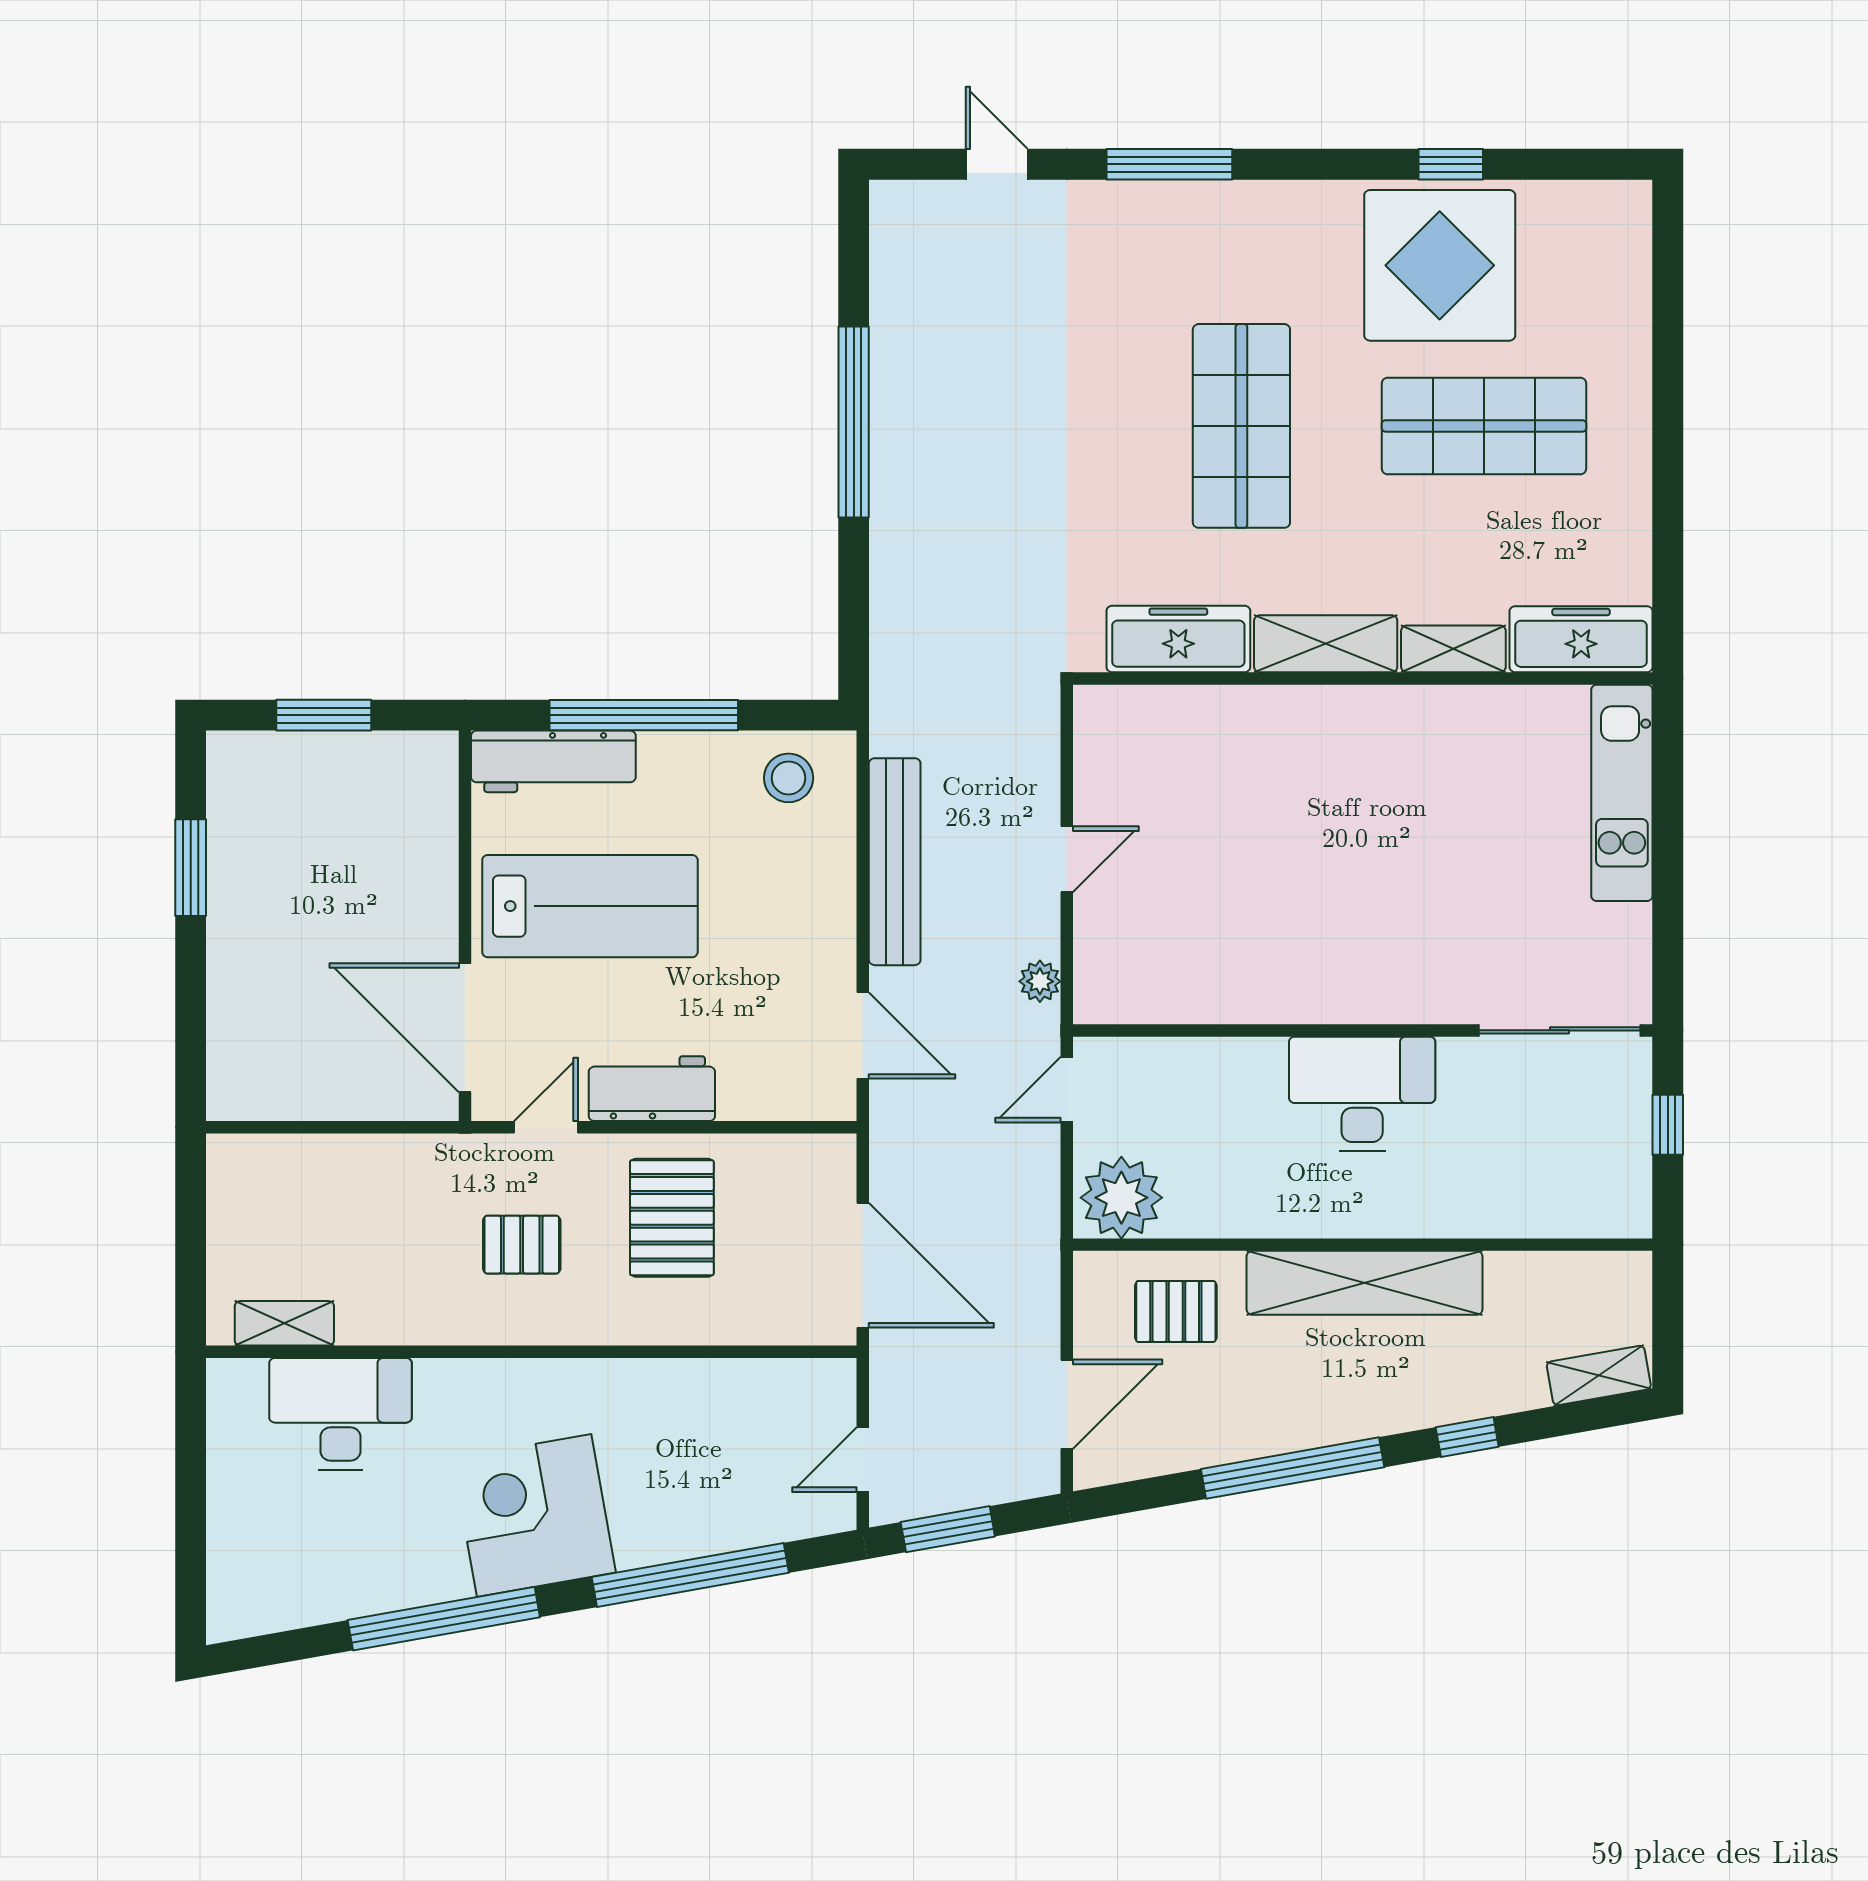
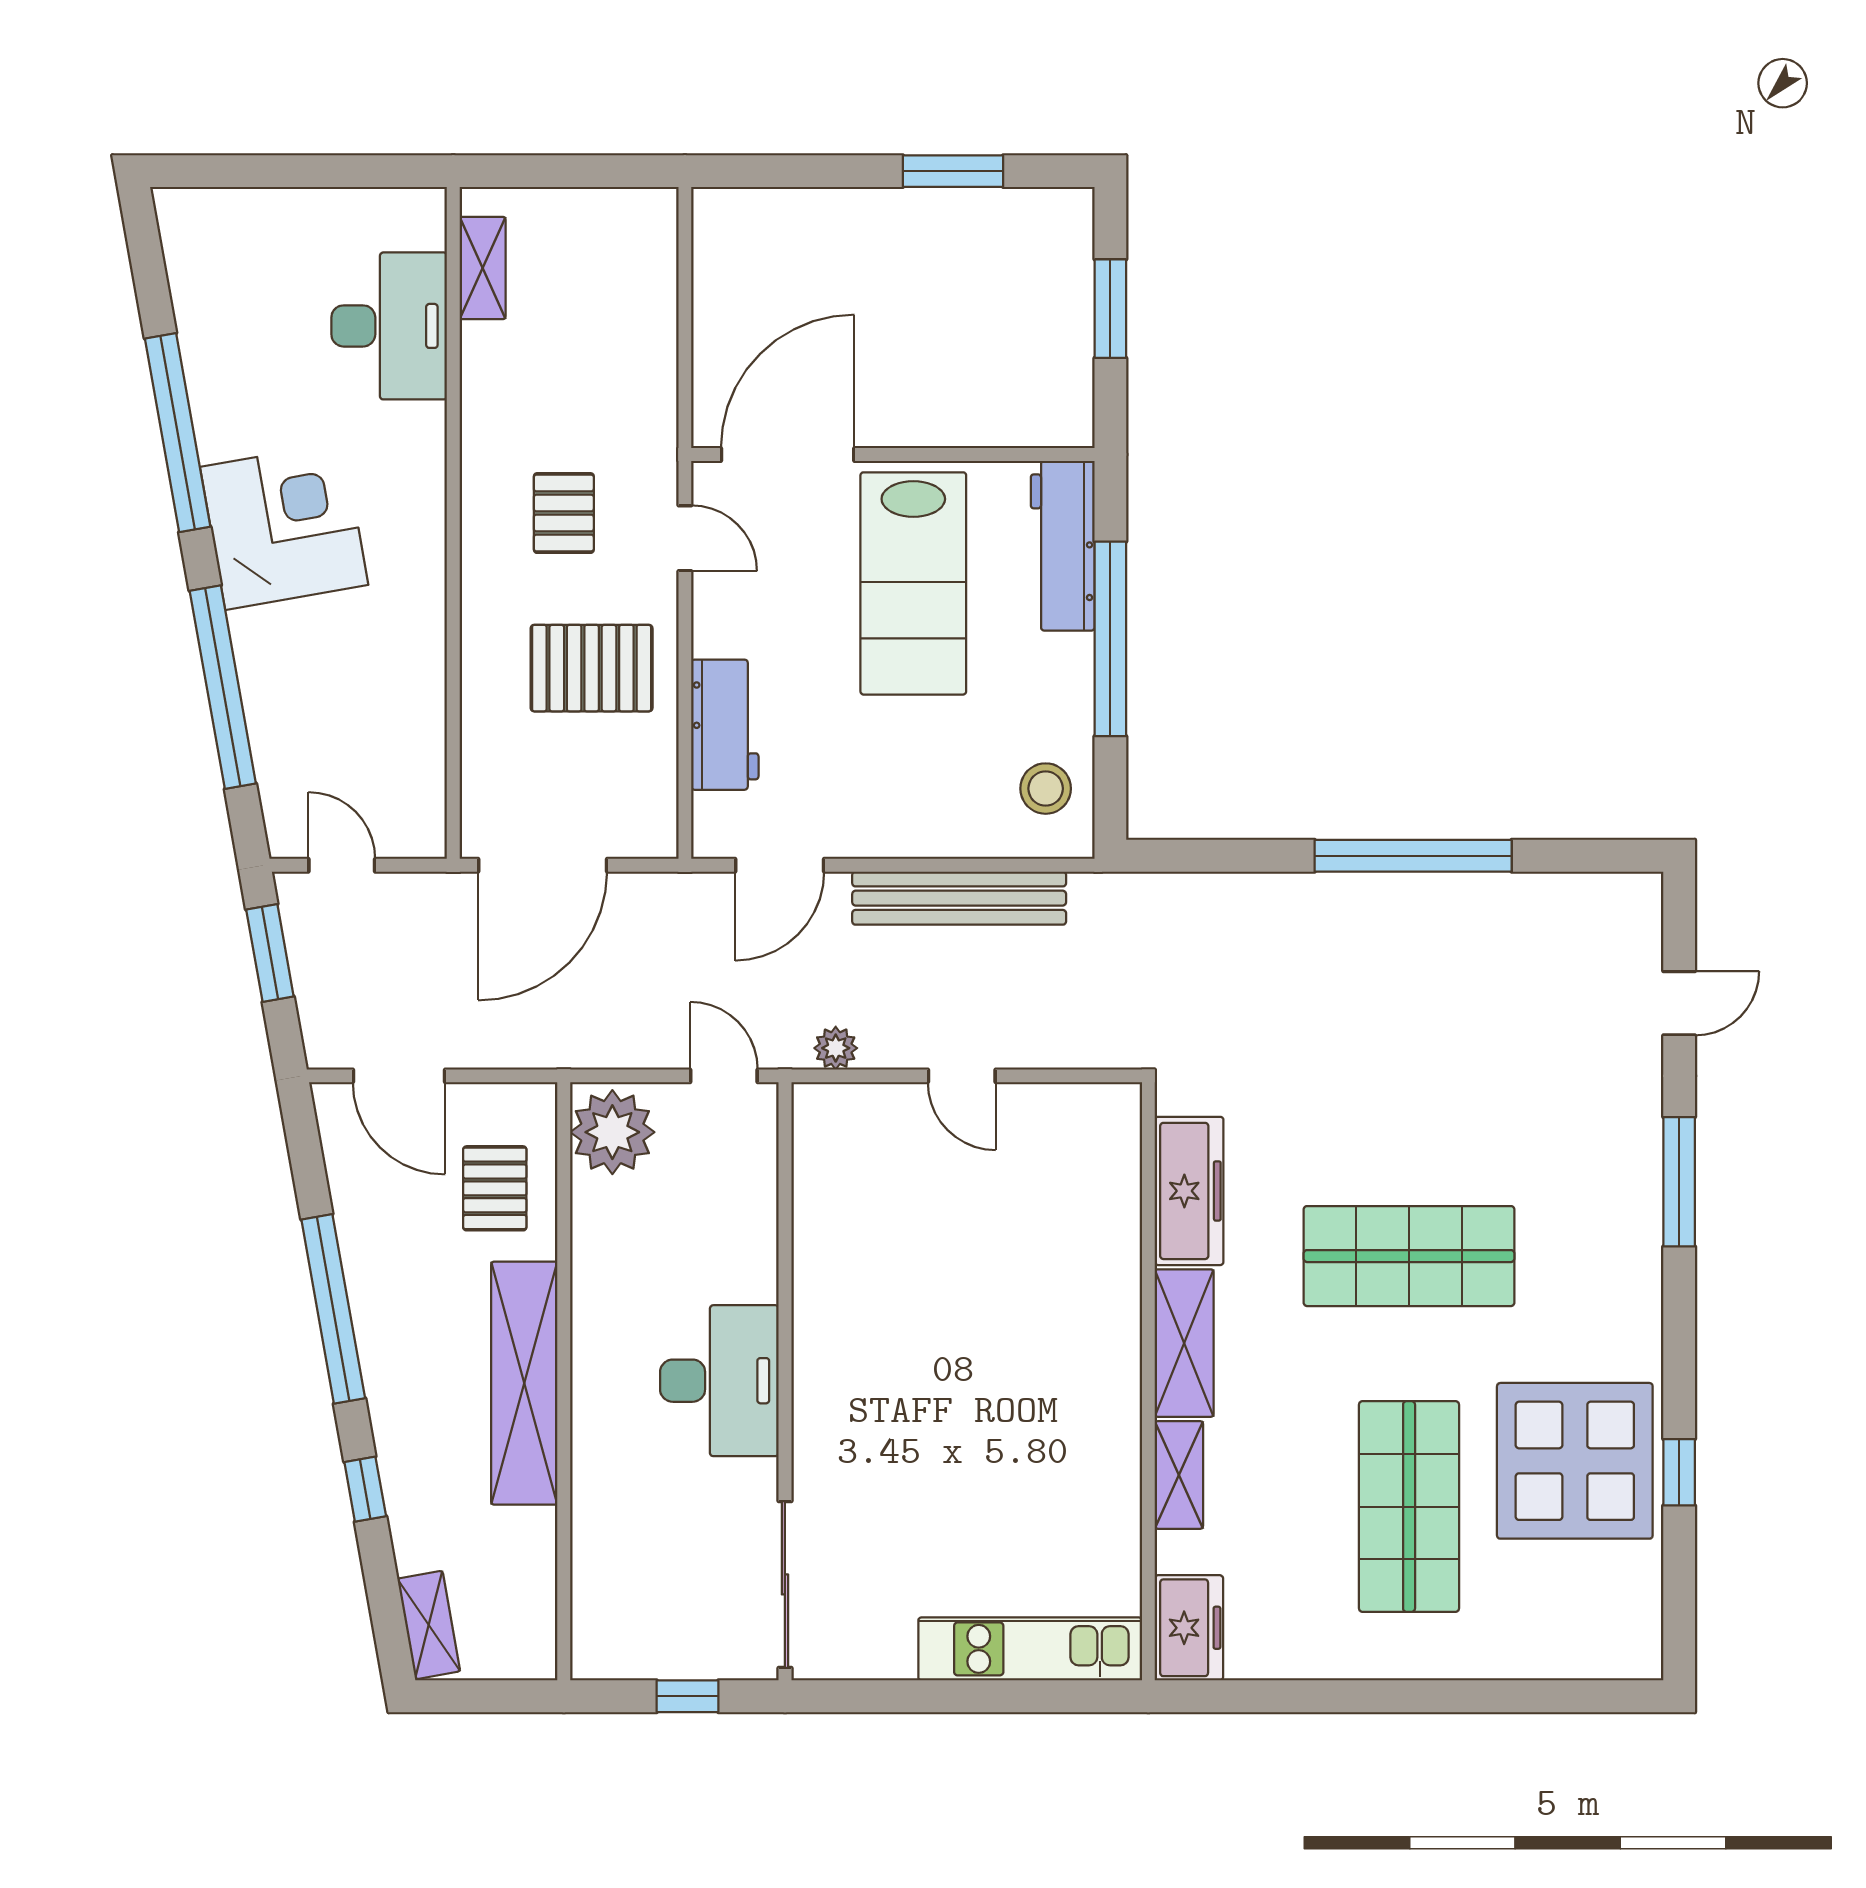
freezer: (1581, 639) -> (1189, 1628), width x0.71
workbench: (652, 1089) -> (725, 725), moved

